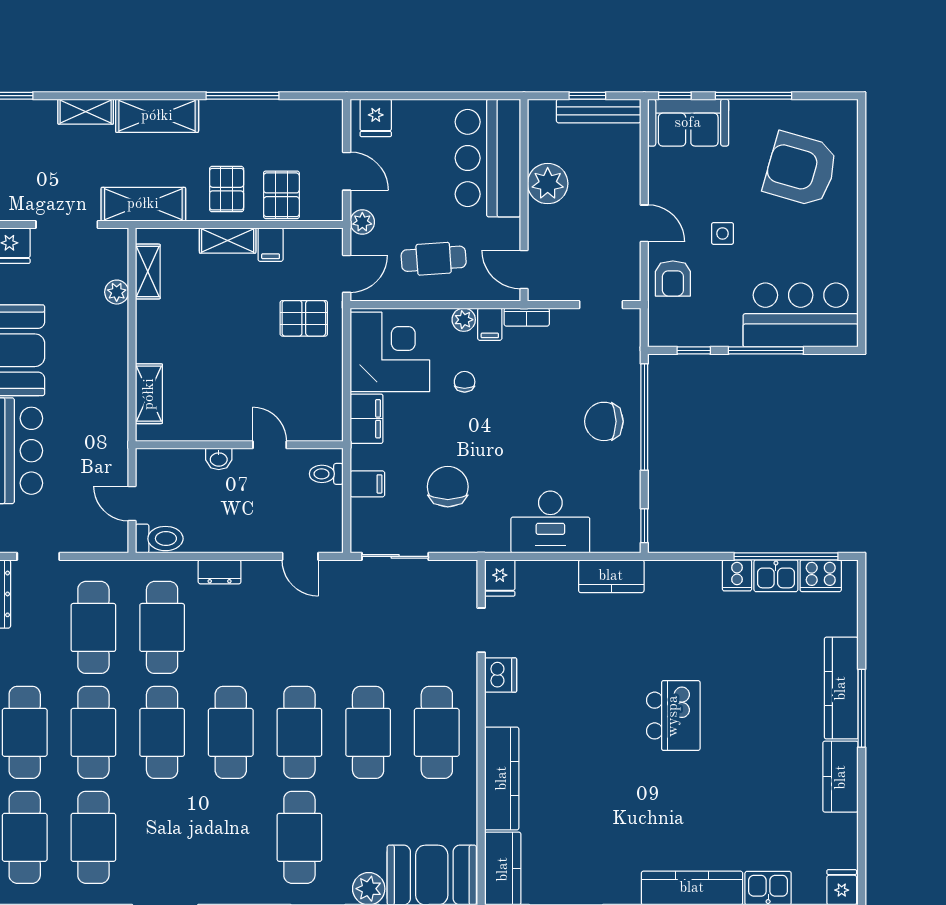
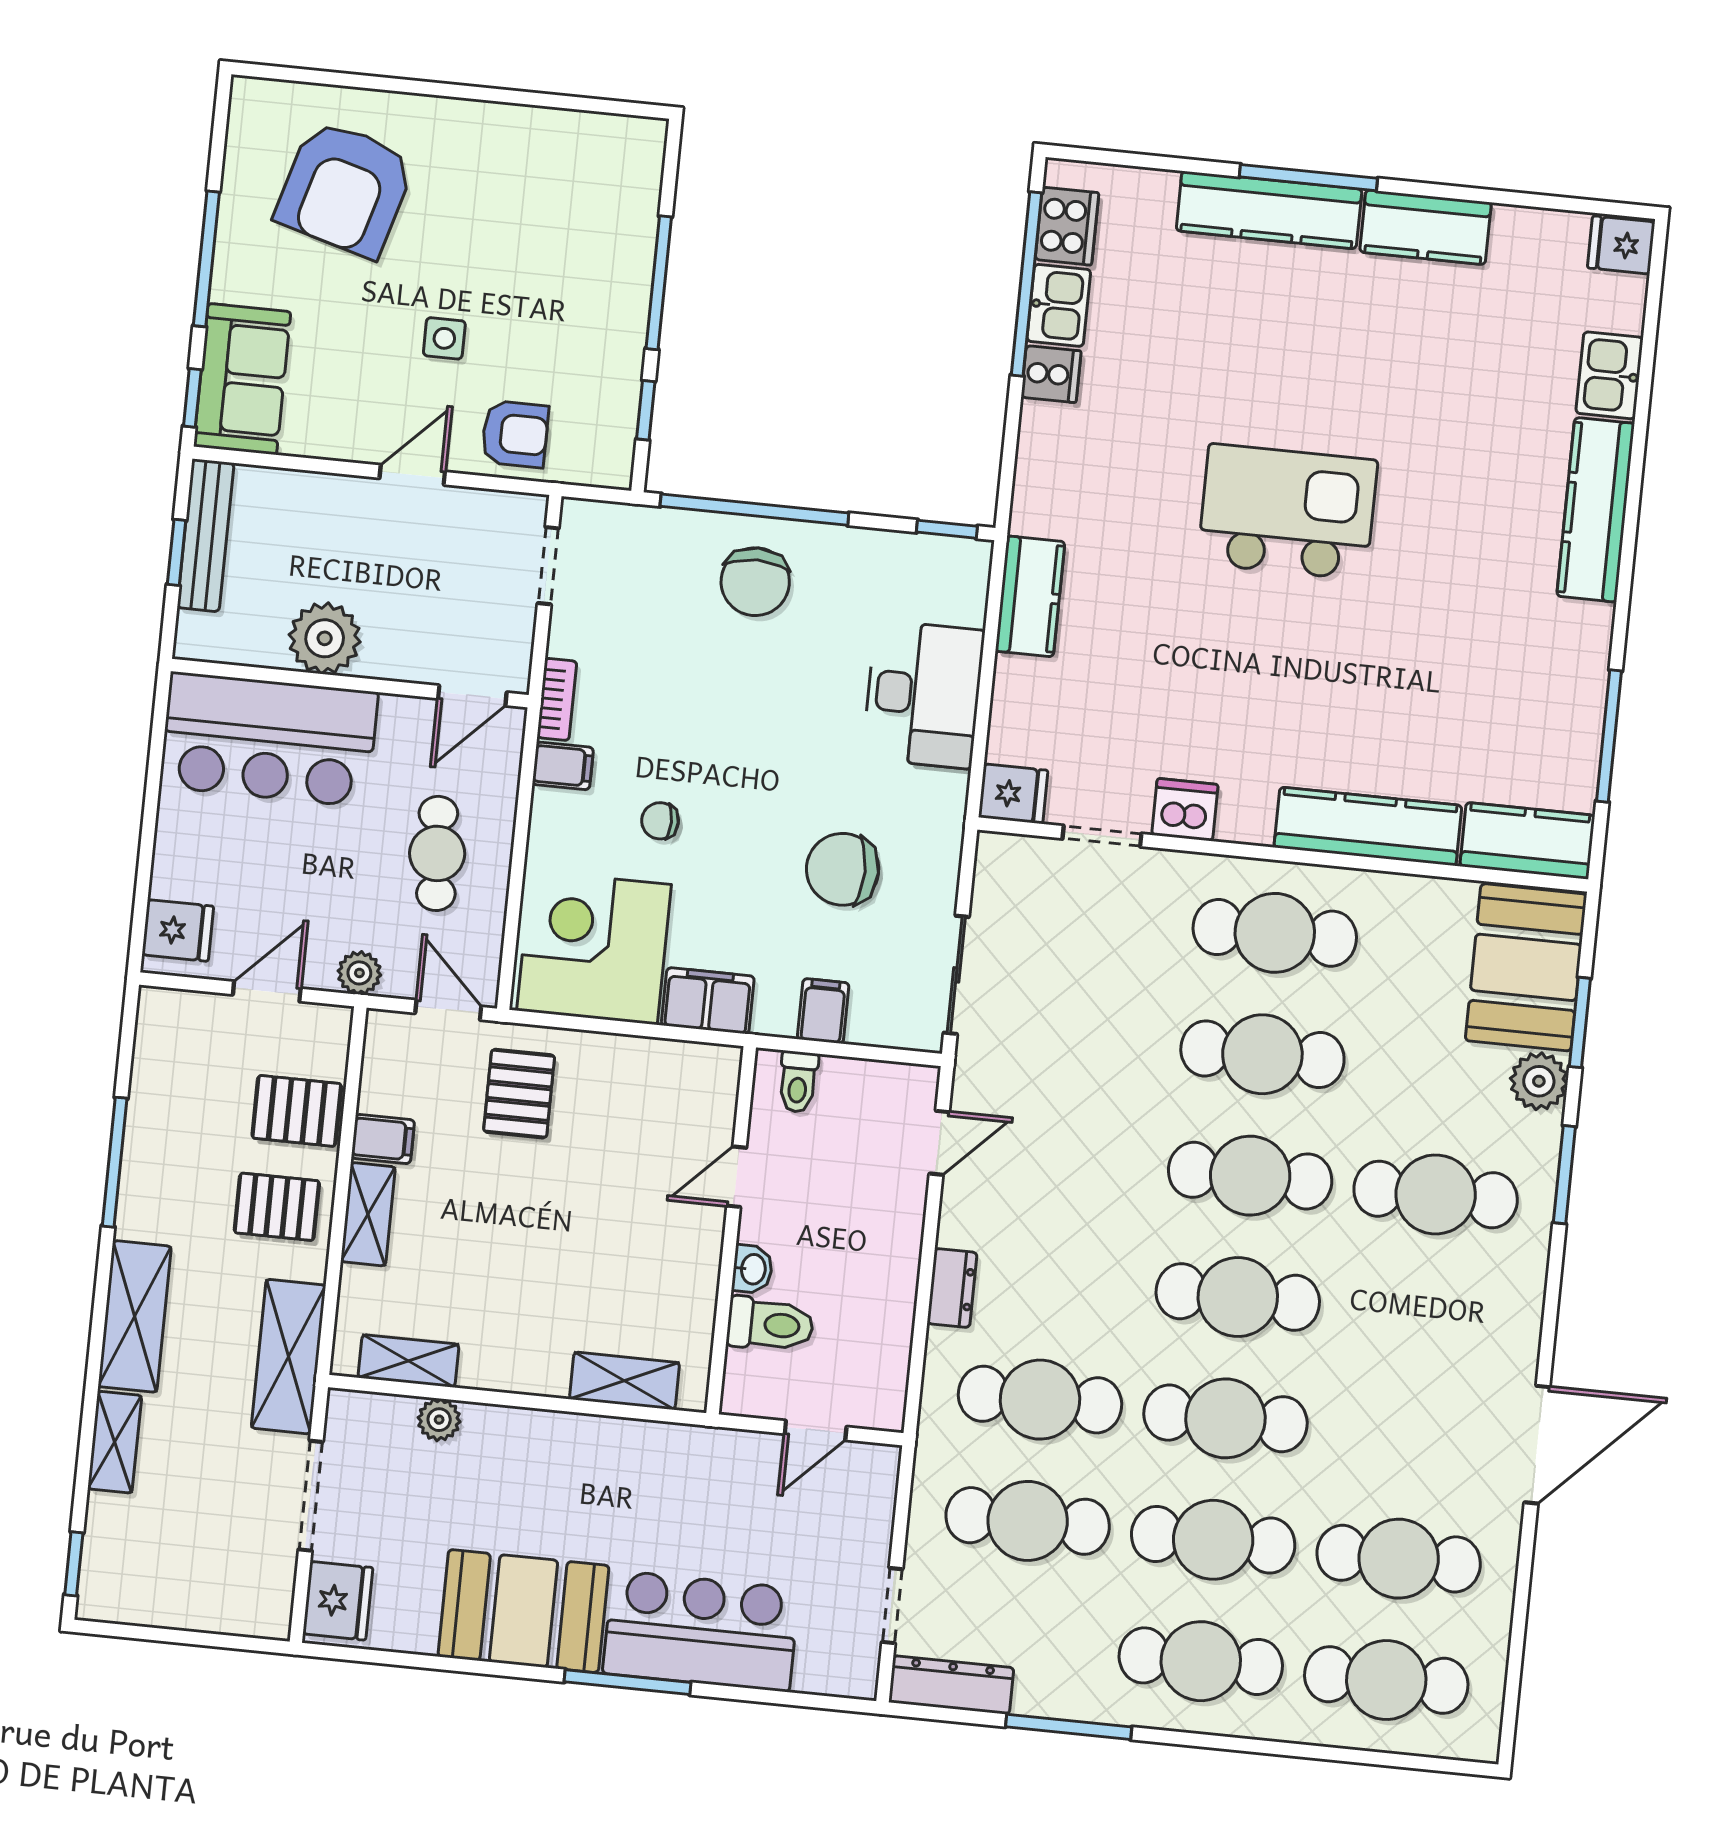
bar counter: (801, 315) -> (602, 215), removed
plant: (464, 320) -> (550, 811), removed
toilet: (159, 539) -> (770, 1324), moved, turned 90
kitchen island: (673, 716) -> (1287, 512), width x1.37, depth x1.28

